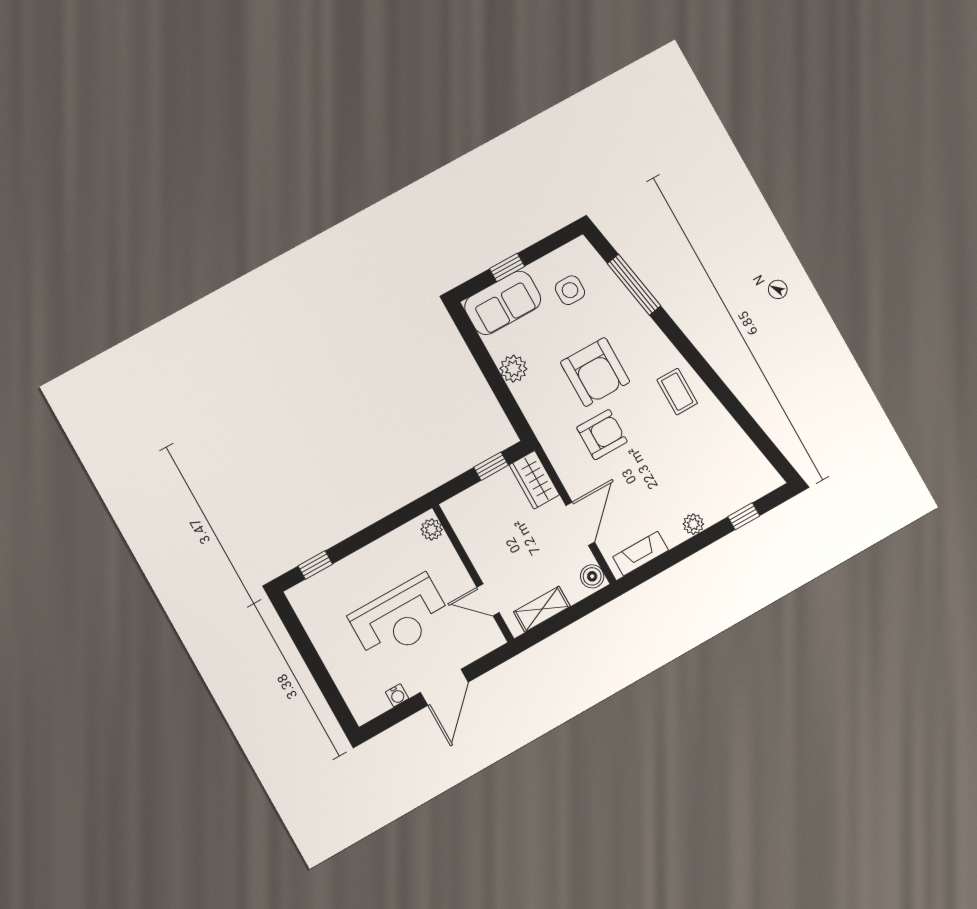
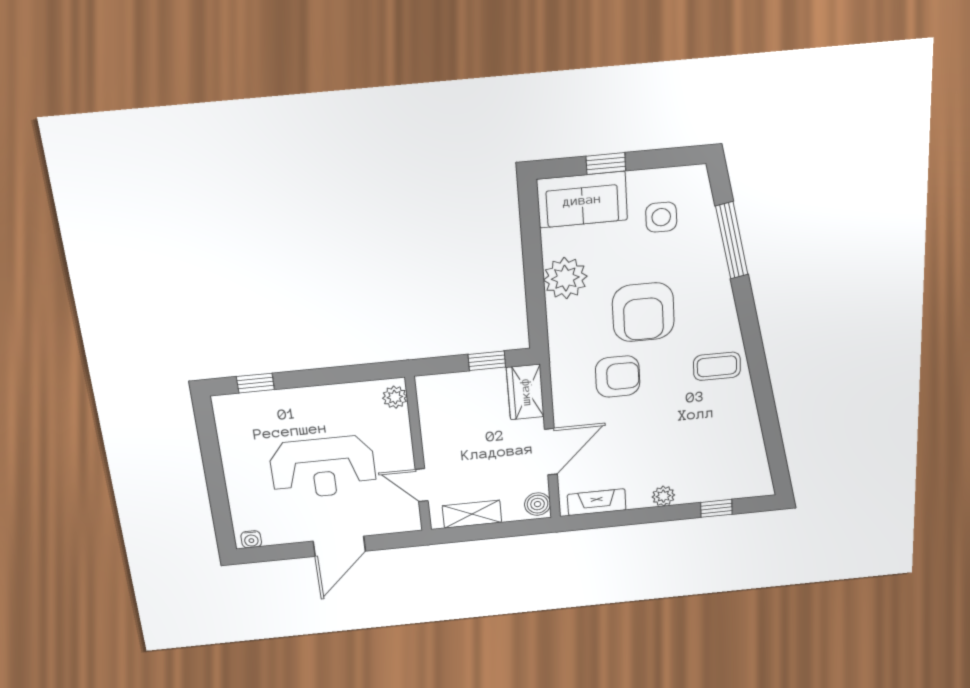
plant: (513, 369) -> (565, 278), width x1.36, depth x1.36
coffee table: (677, 392) -> (717, 366), turned 90
water cooler: (397, 695) -> (251, 539), moved

